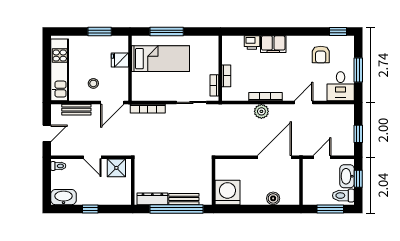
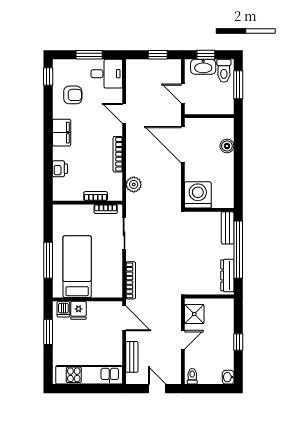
filing cabinet: (273, 44) -> (62, 133), moved
dishwasher: (121, 46) -> (63, 309), added
stool: (93, 83) -> (104, 339), removed
plant: (261, 111) -> (134, 184), moved
washing machine: (227, 192) -> (198, 195), moved, turned 90
washbasin: (64, 197) -> (228, 377), width x0.52, depth x0.69
bench: (184, 199) -> (228, 228), moved

